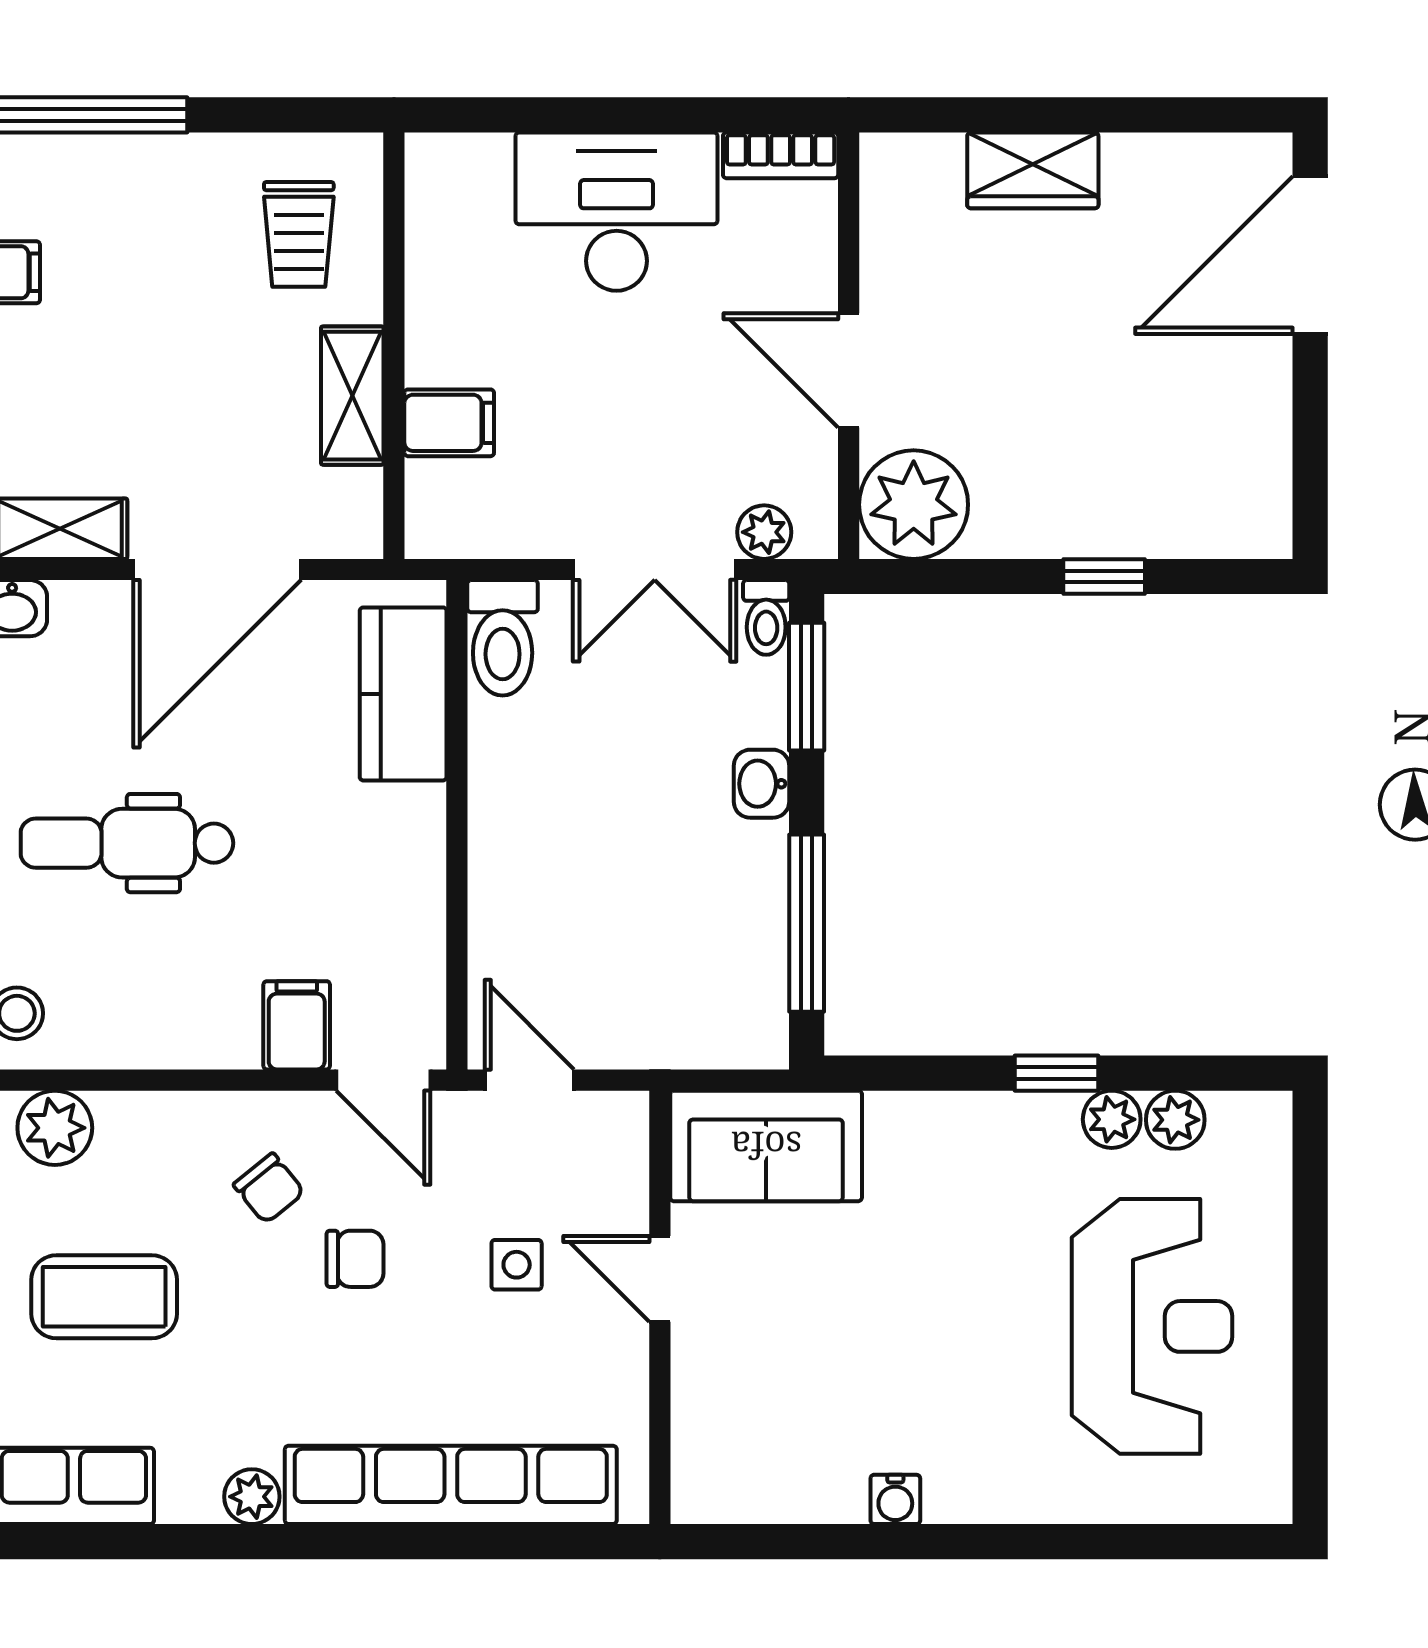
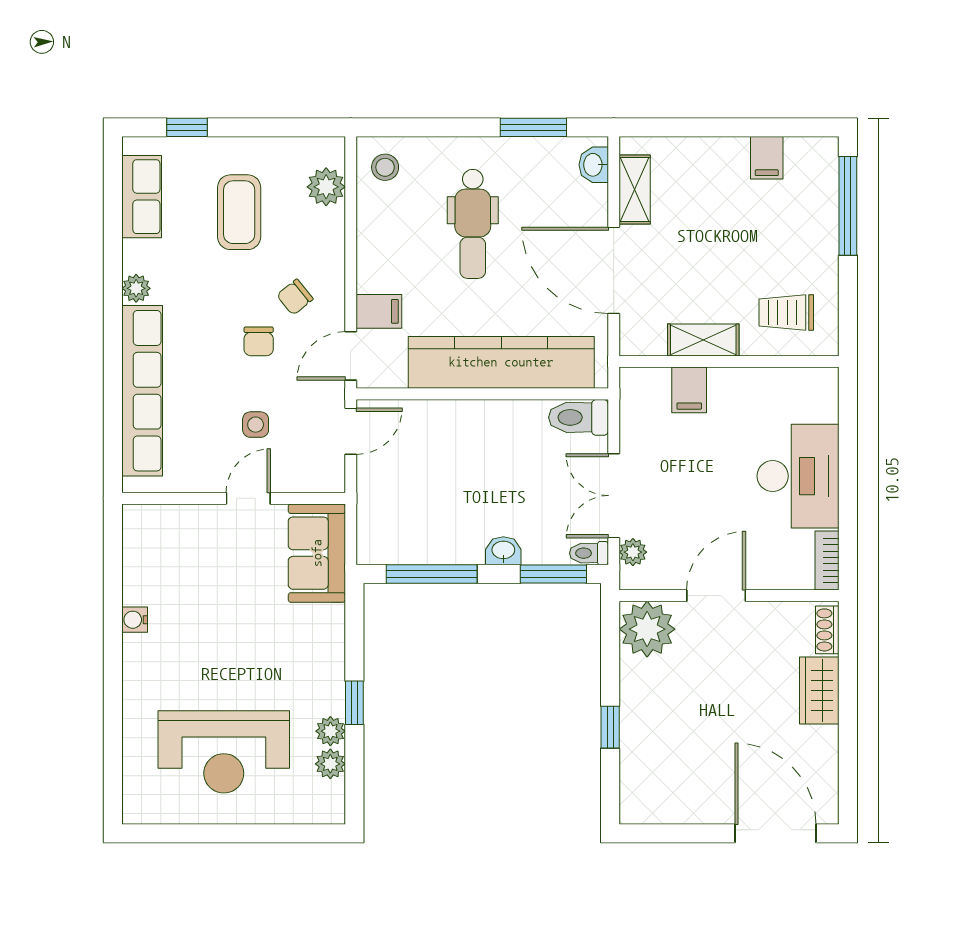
shoe rack: (915, 155) -> (827, 630), added
kitchen counter: (403, 694) -> (501, 362), width x2.08, depth x1.17
dental chair: (127, 843) -> (473, 224), turned 180

